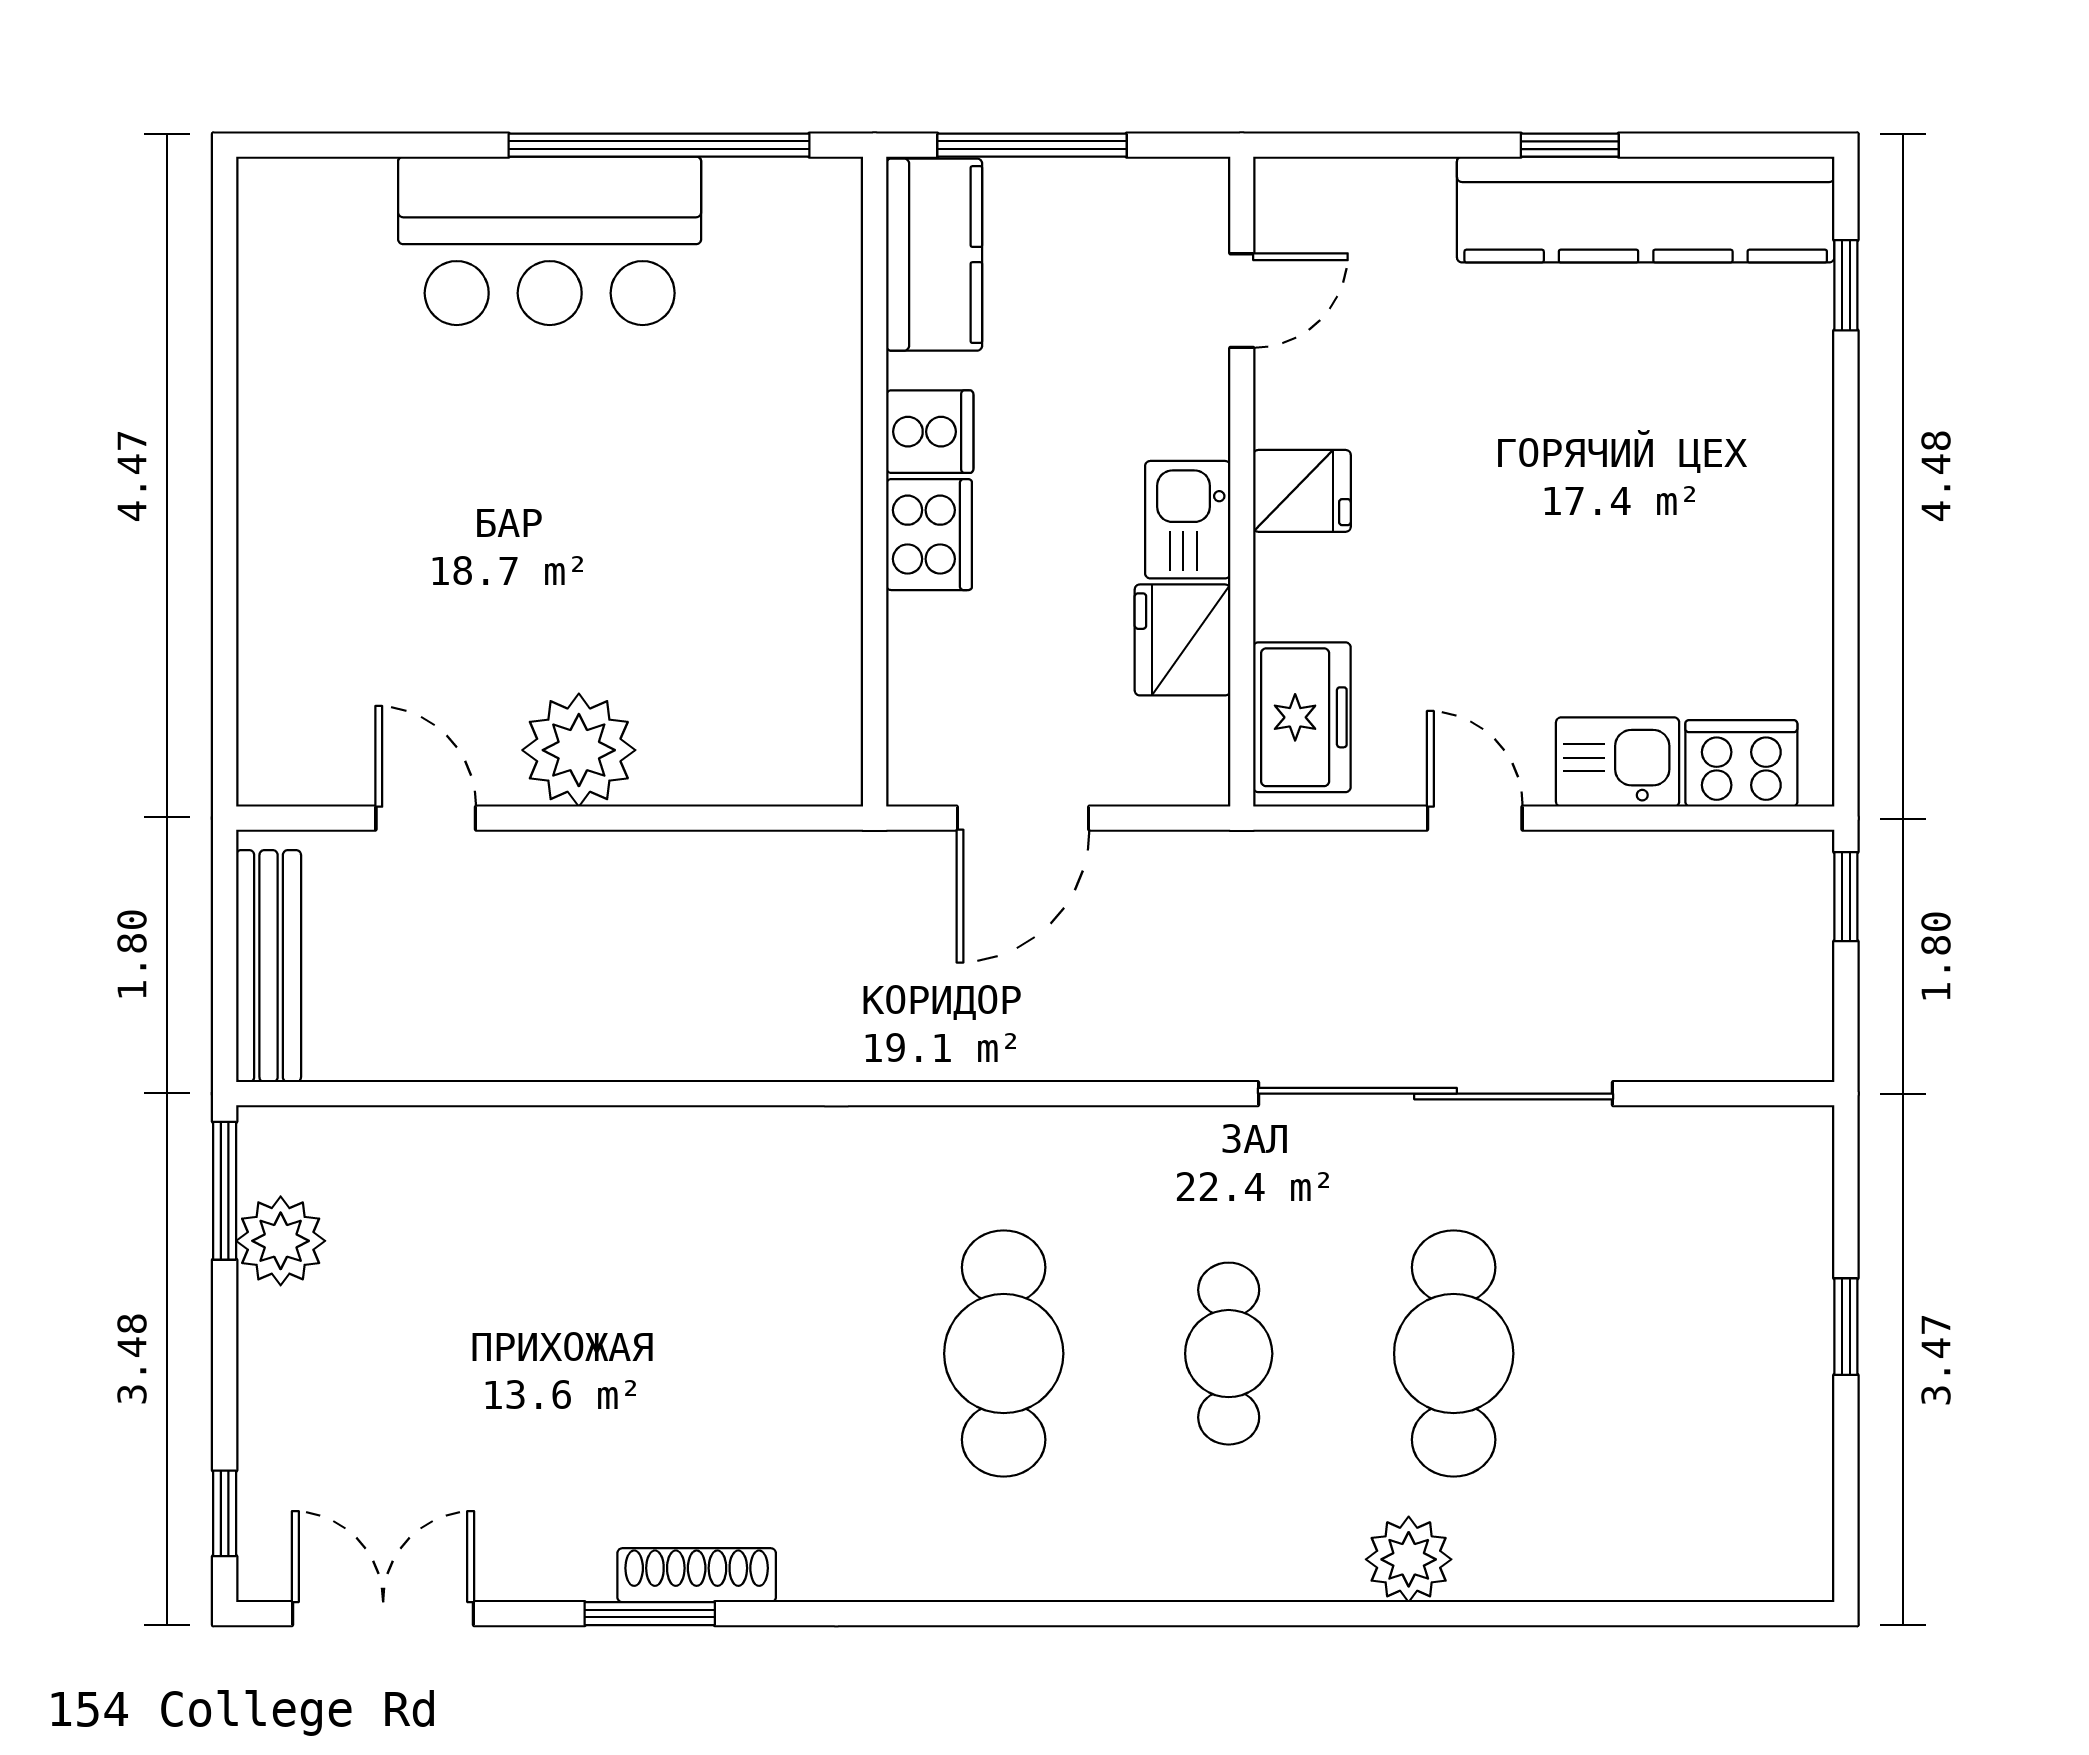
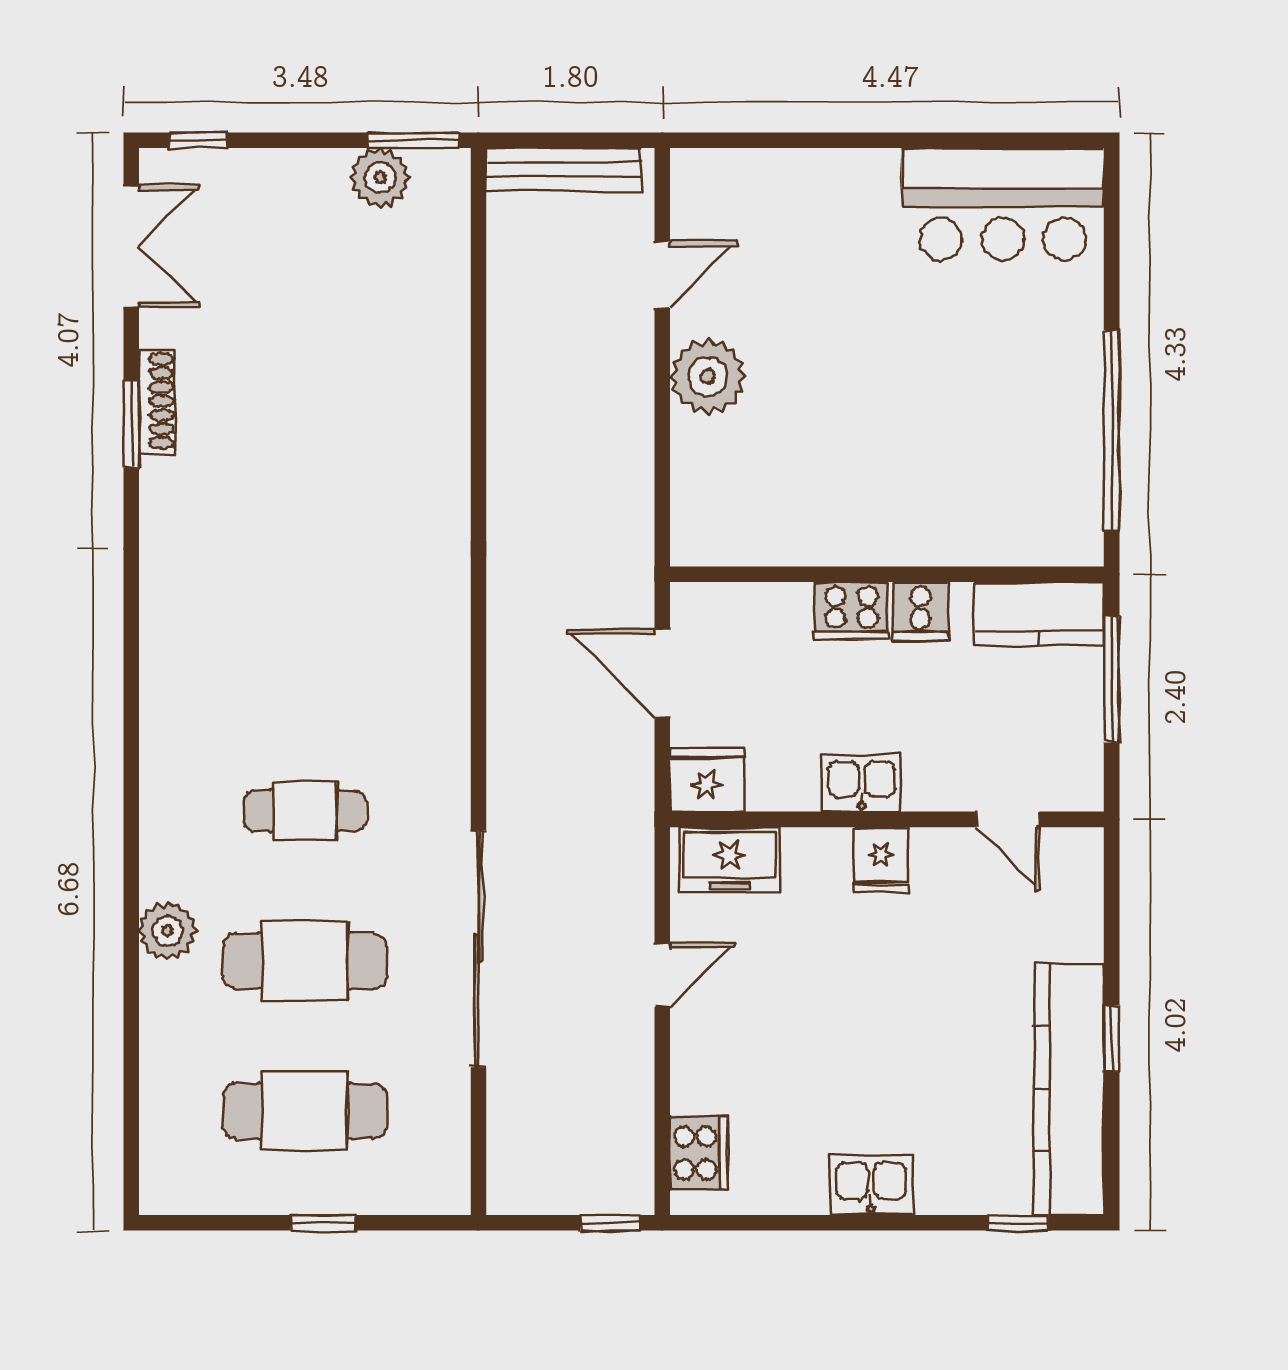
bar counter: (550, 241) -> (1003, 204), moved, turned -90
fridge: (1182, 640) -> (707, 780), moved
kitchen sink: (1618, 762) -> (871, 1185), moved, turned -90
cafe table: (1004, 1354) -> (305, 1111), moved
shoe rack: (697, 1575) -> (157, 401), moved

